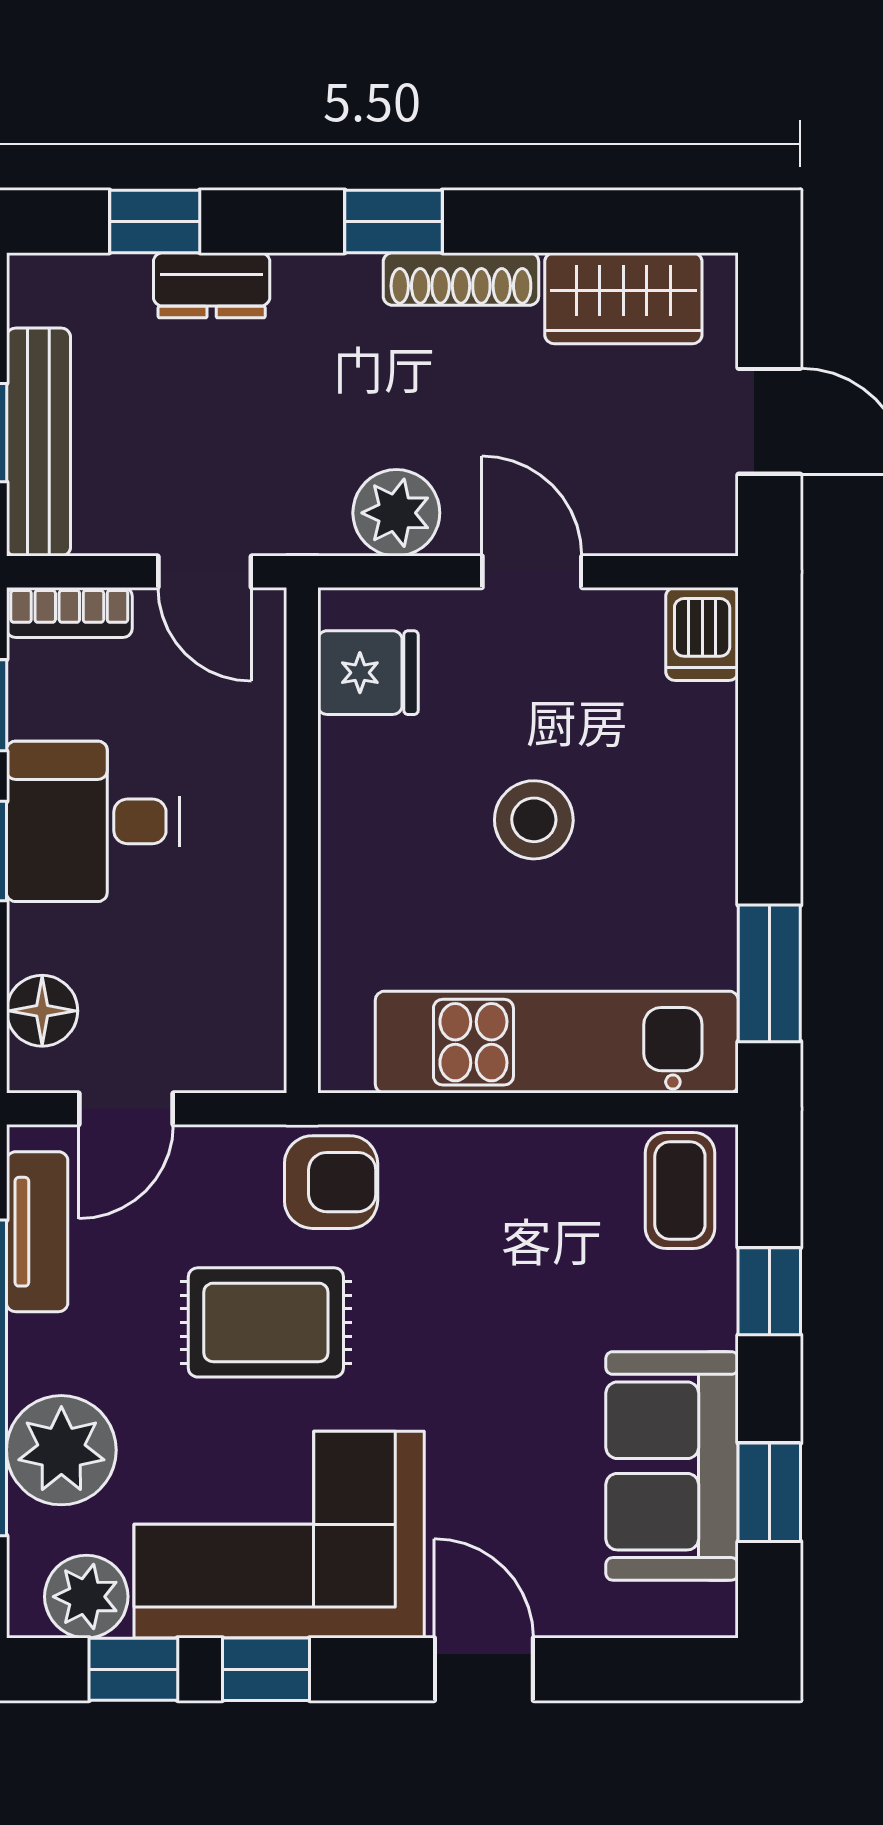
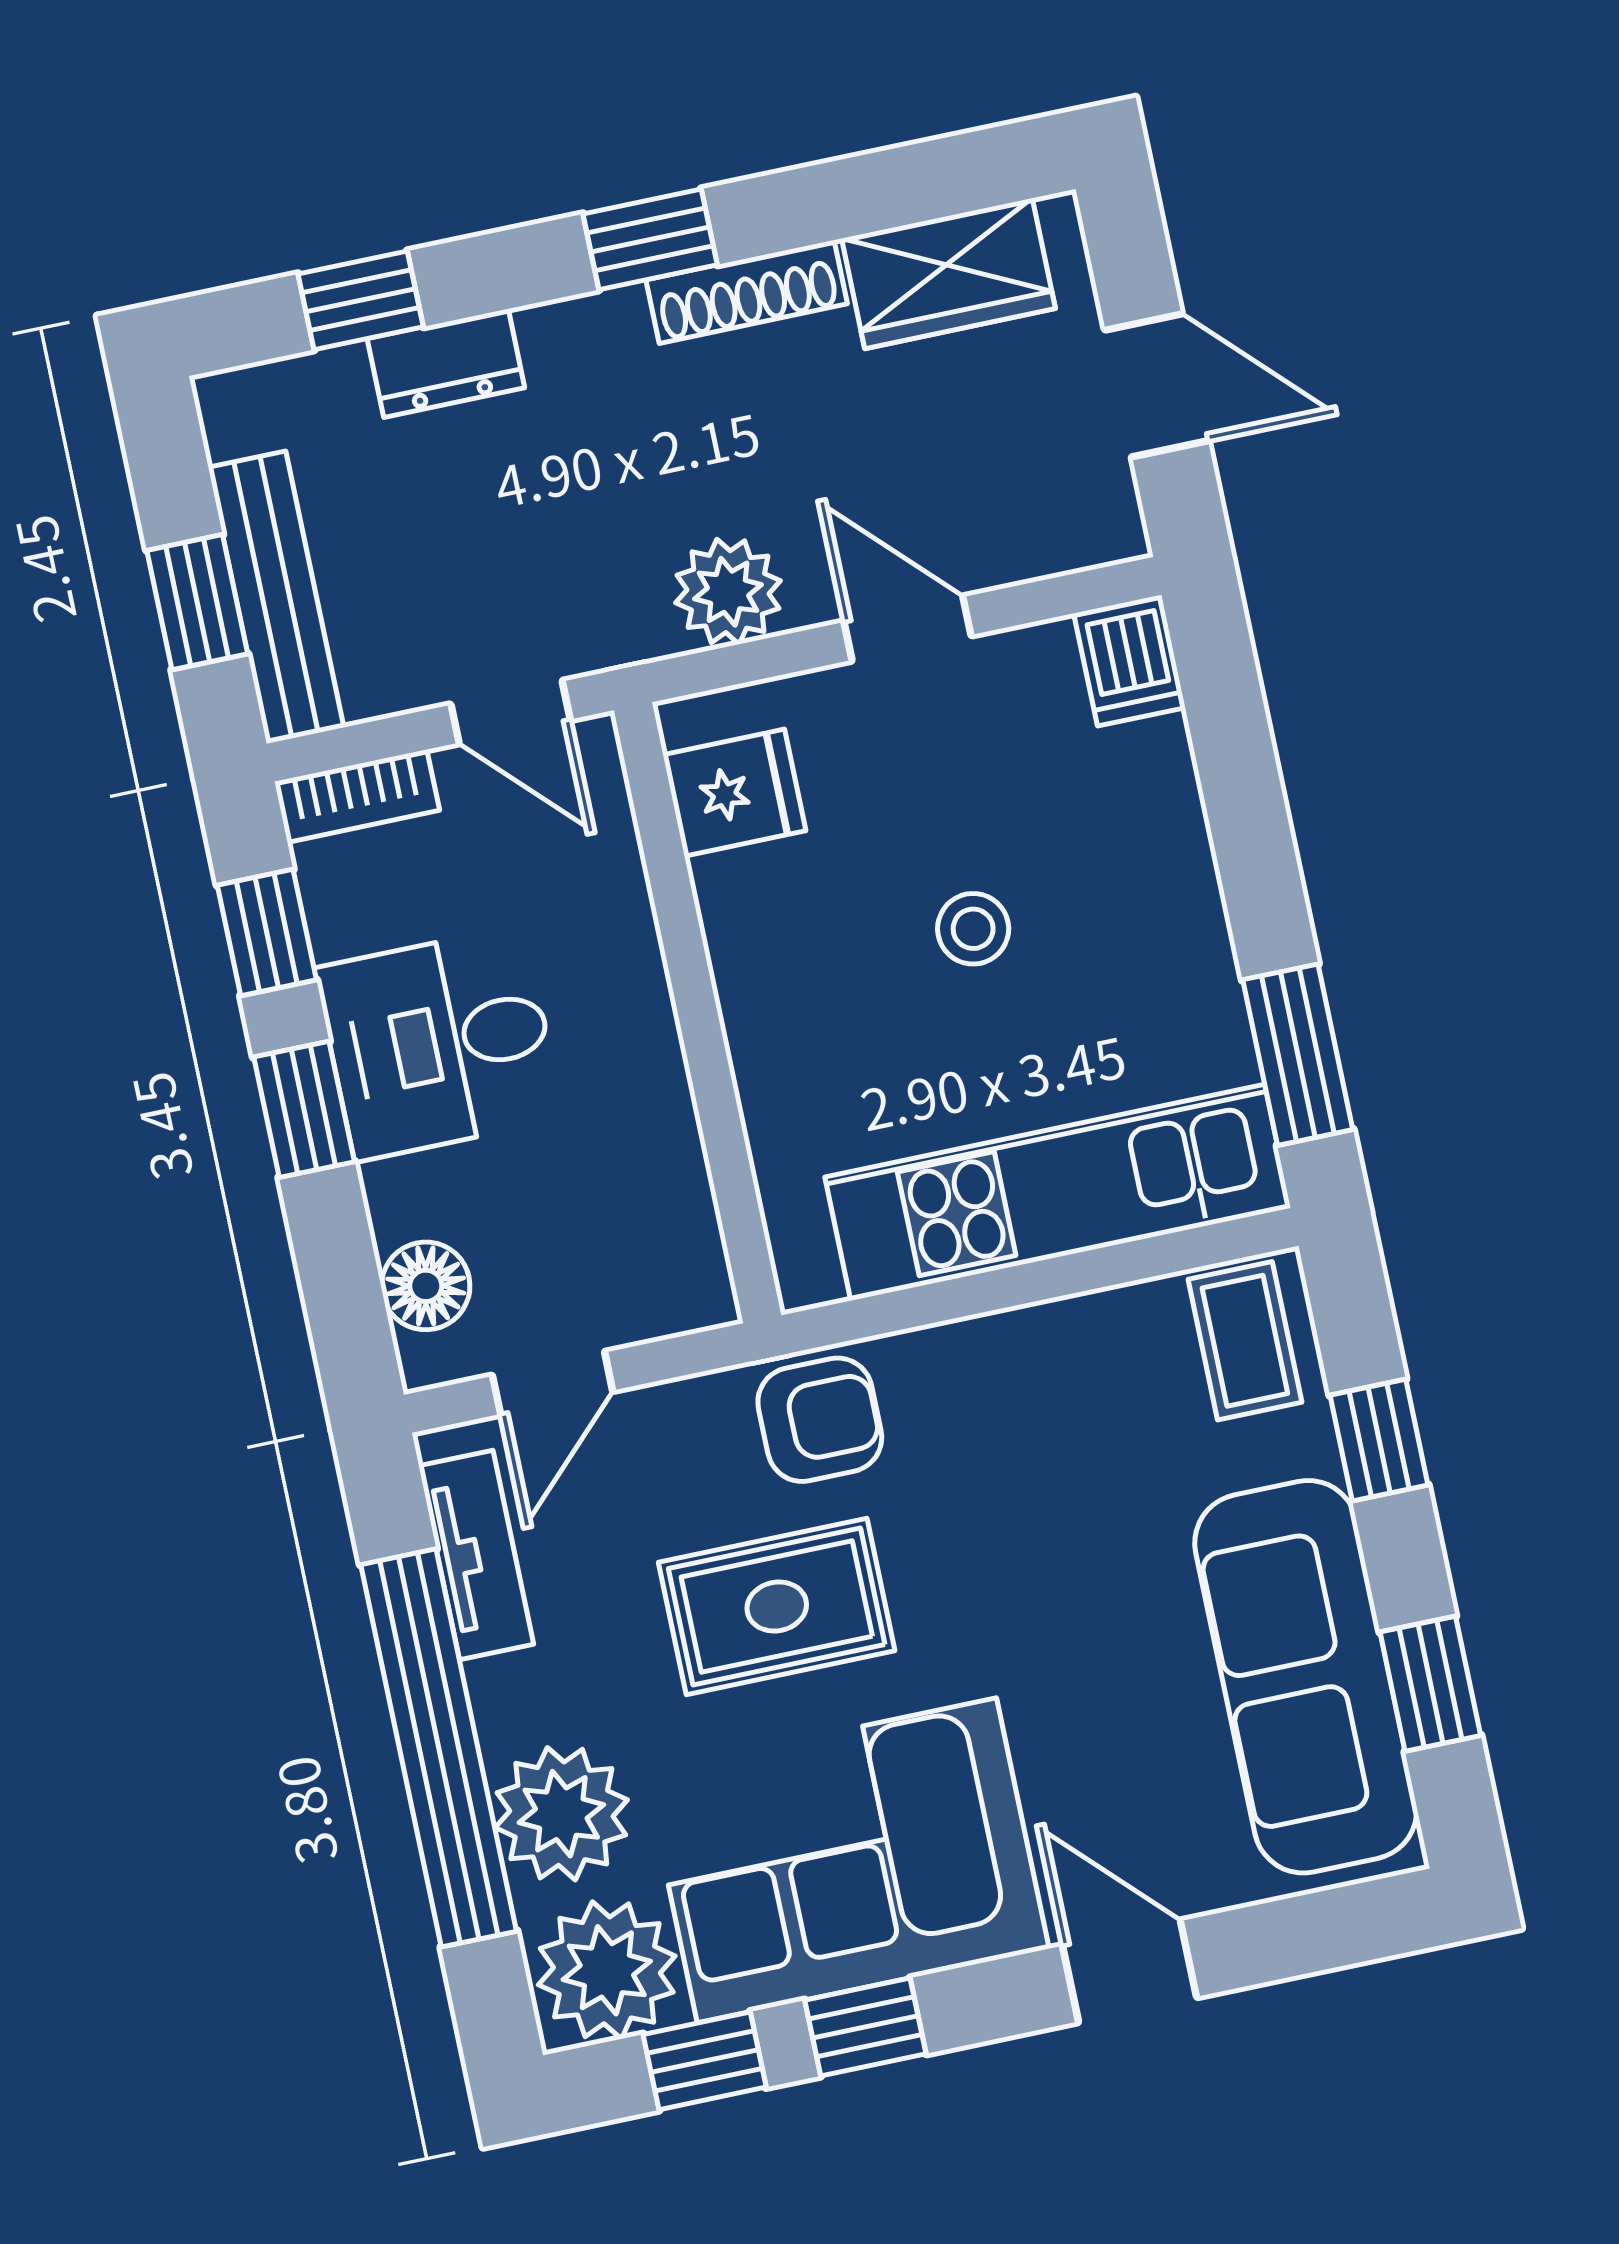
stool: (534, 820) -> (973, 929), width x0.73, depth x0.73
sofa: (672, 1466) -> (1306, 1677), width x1.36
plant: (86, 1597) -> (607, 1970), width x1.36, depth x1.36

